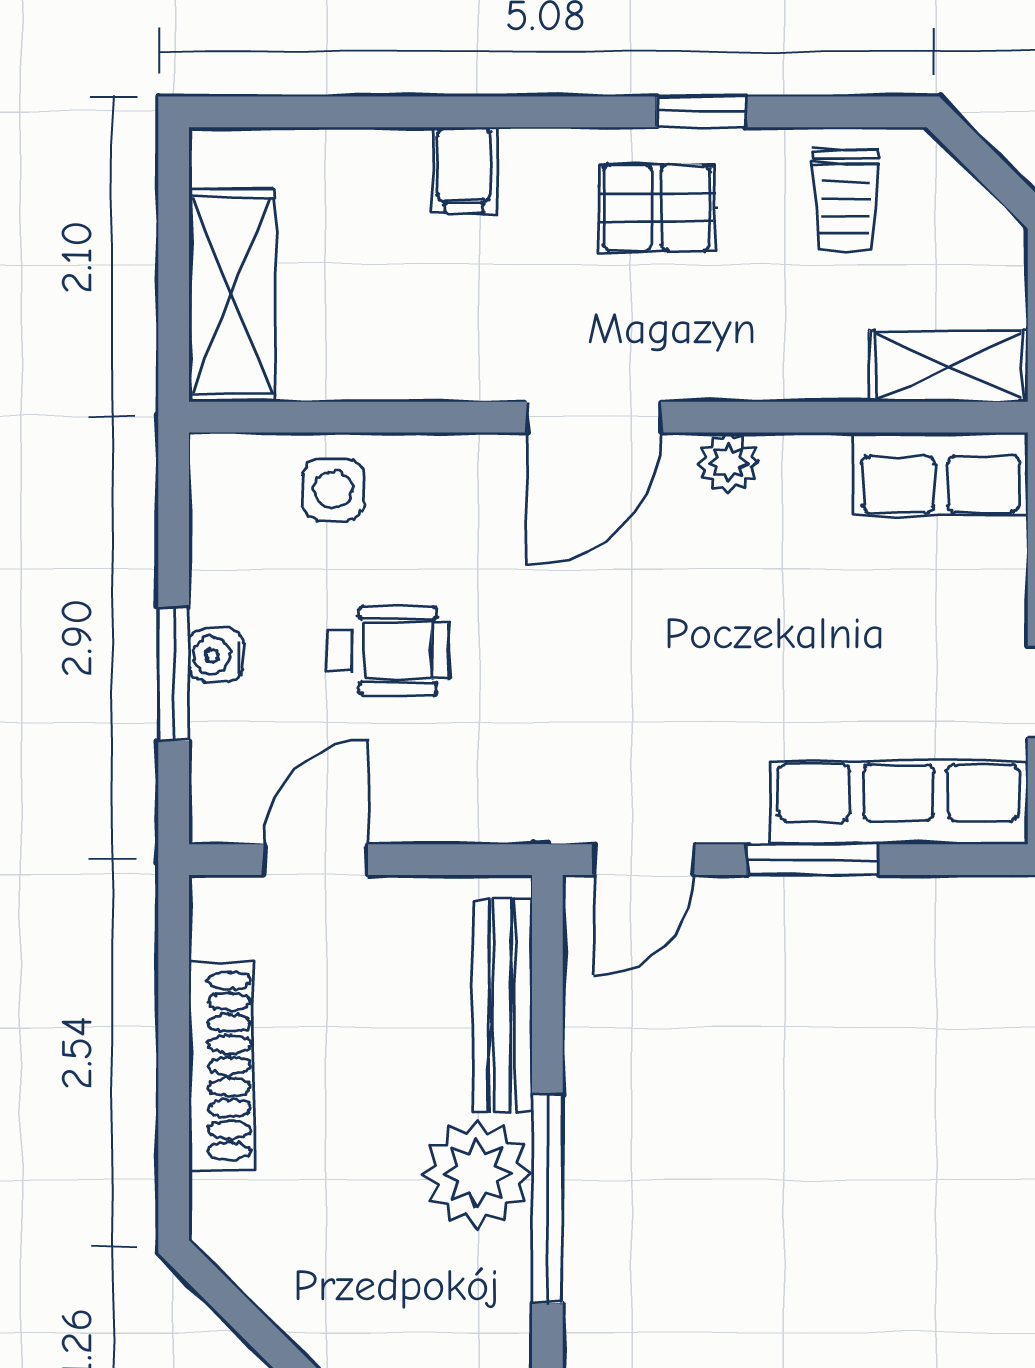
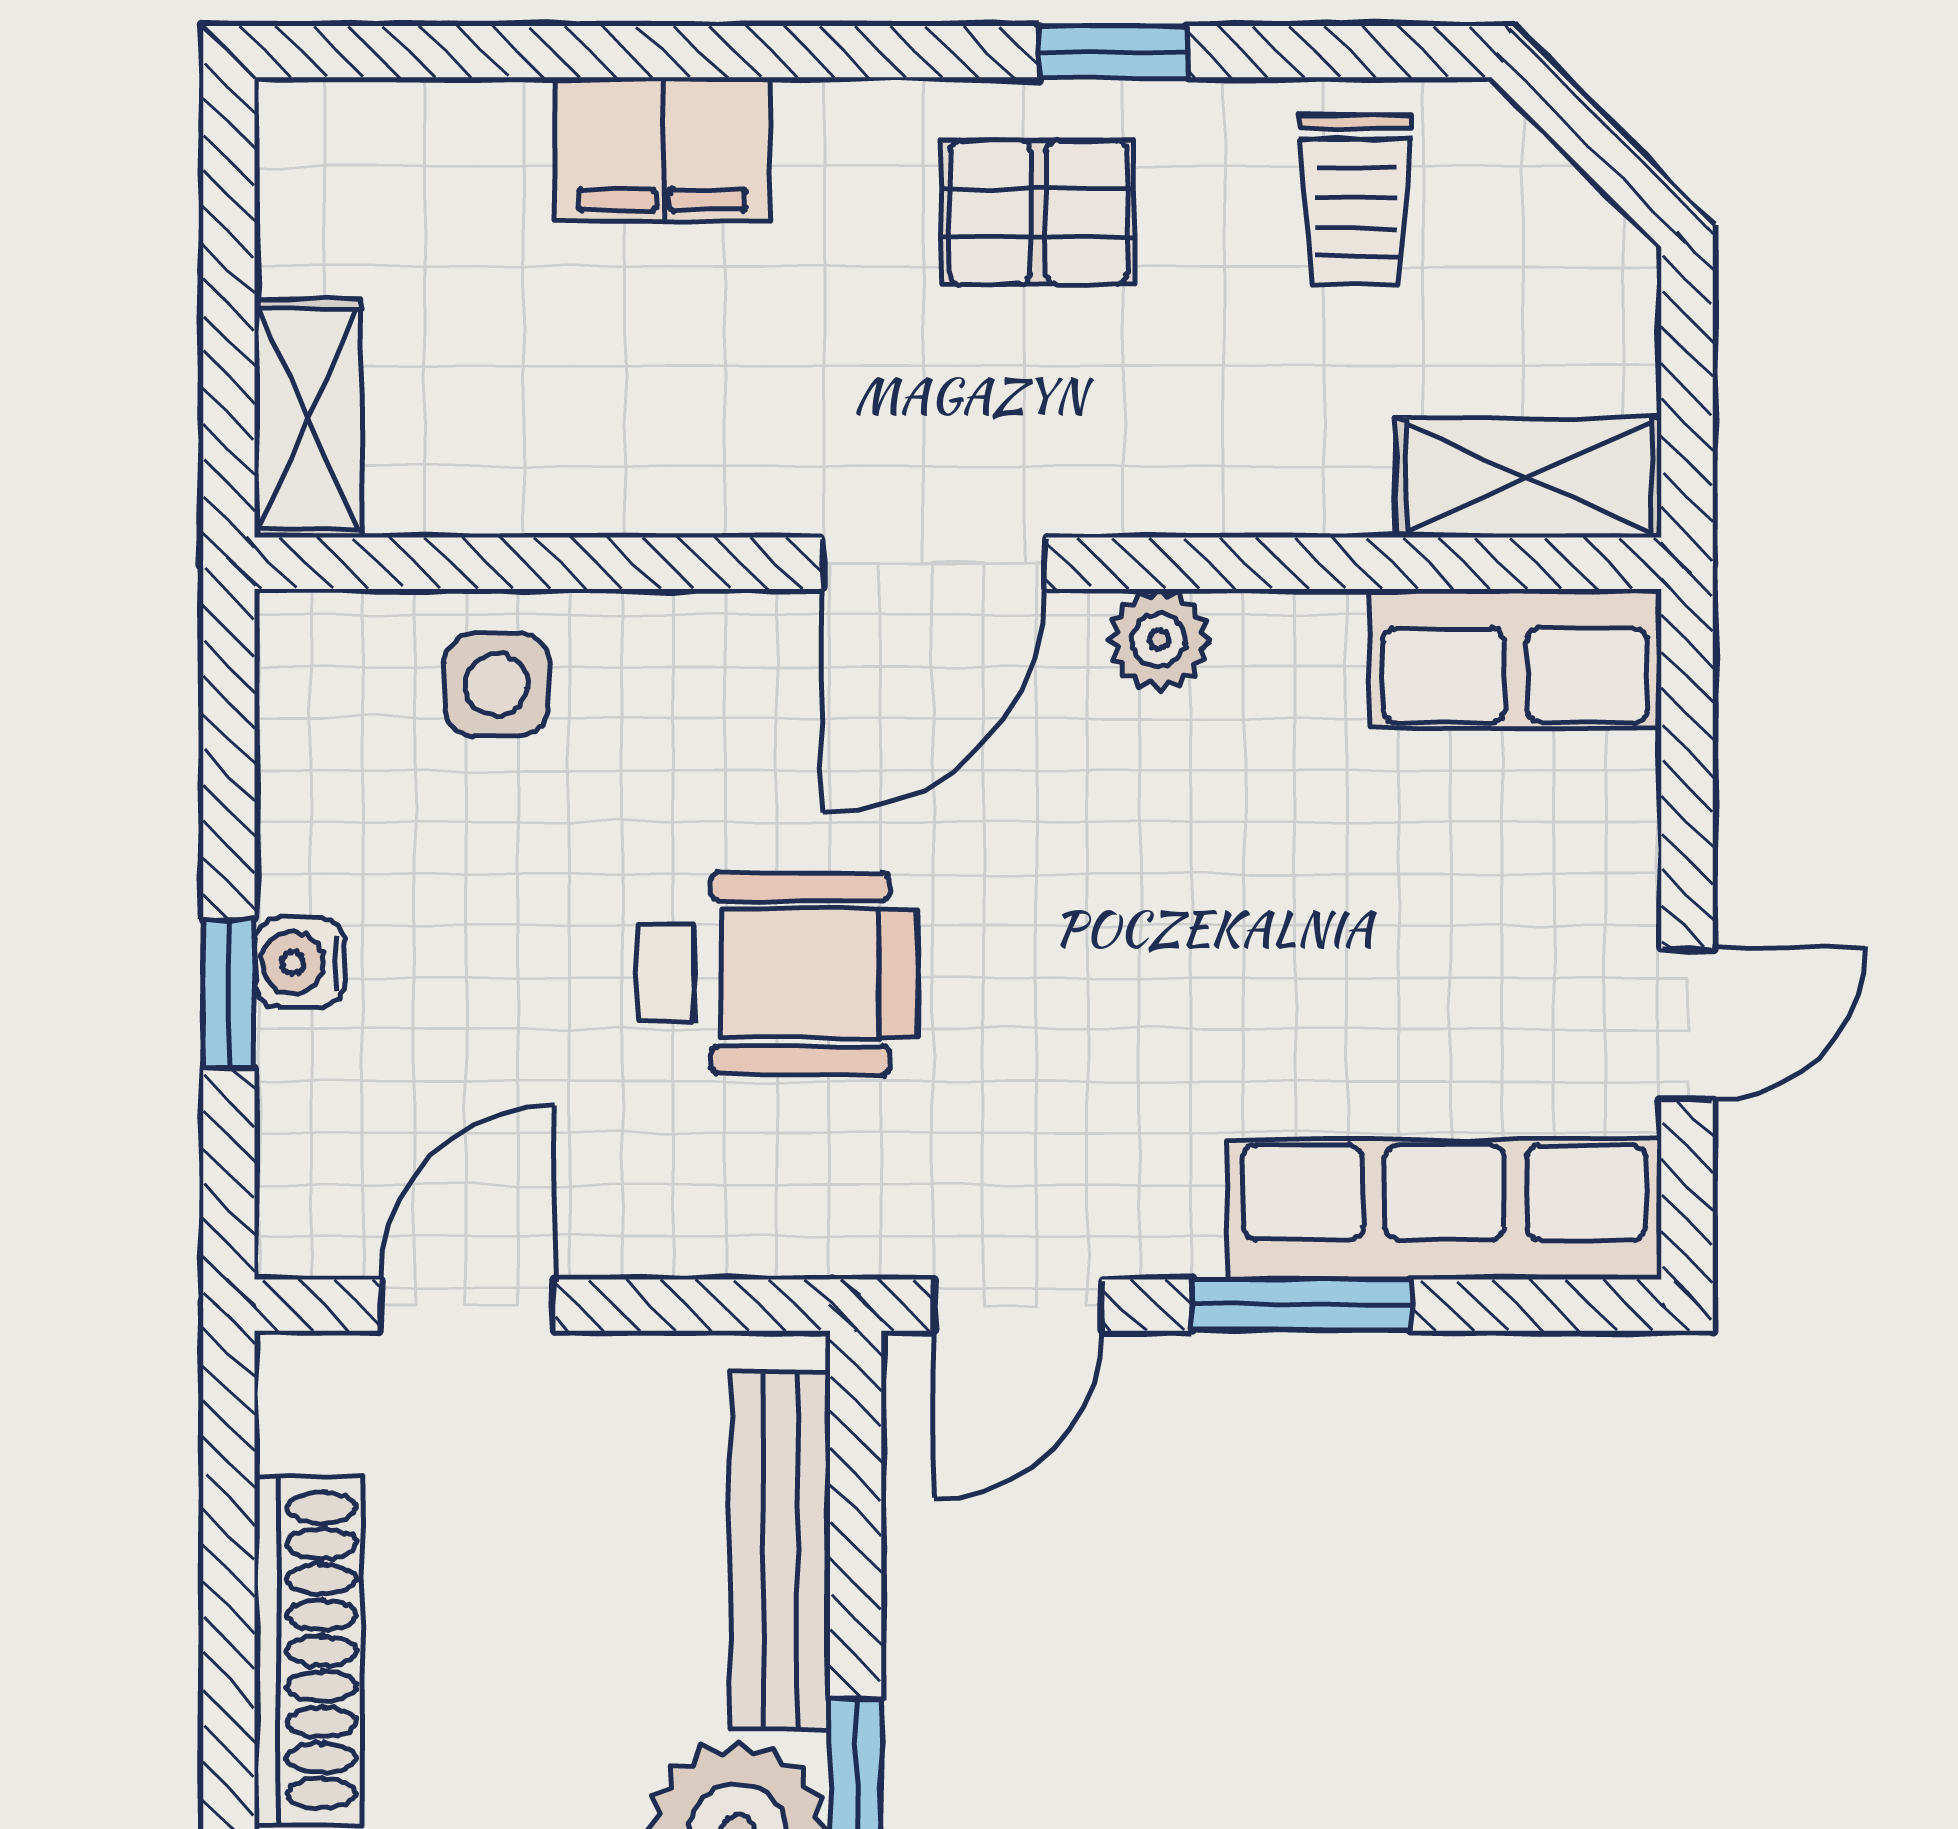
filing cabinet: (464, 170) -> (662, 149), width x2.00
shelving: (232, 295) -> (308, 418), width x0.67, depth x0.75
wheelchair: (388, 651) -> (778, 973), moved, width x1.36, depth x1.37
window: (174, 674) -> (229, 994), width x0.67

